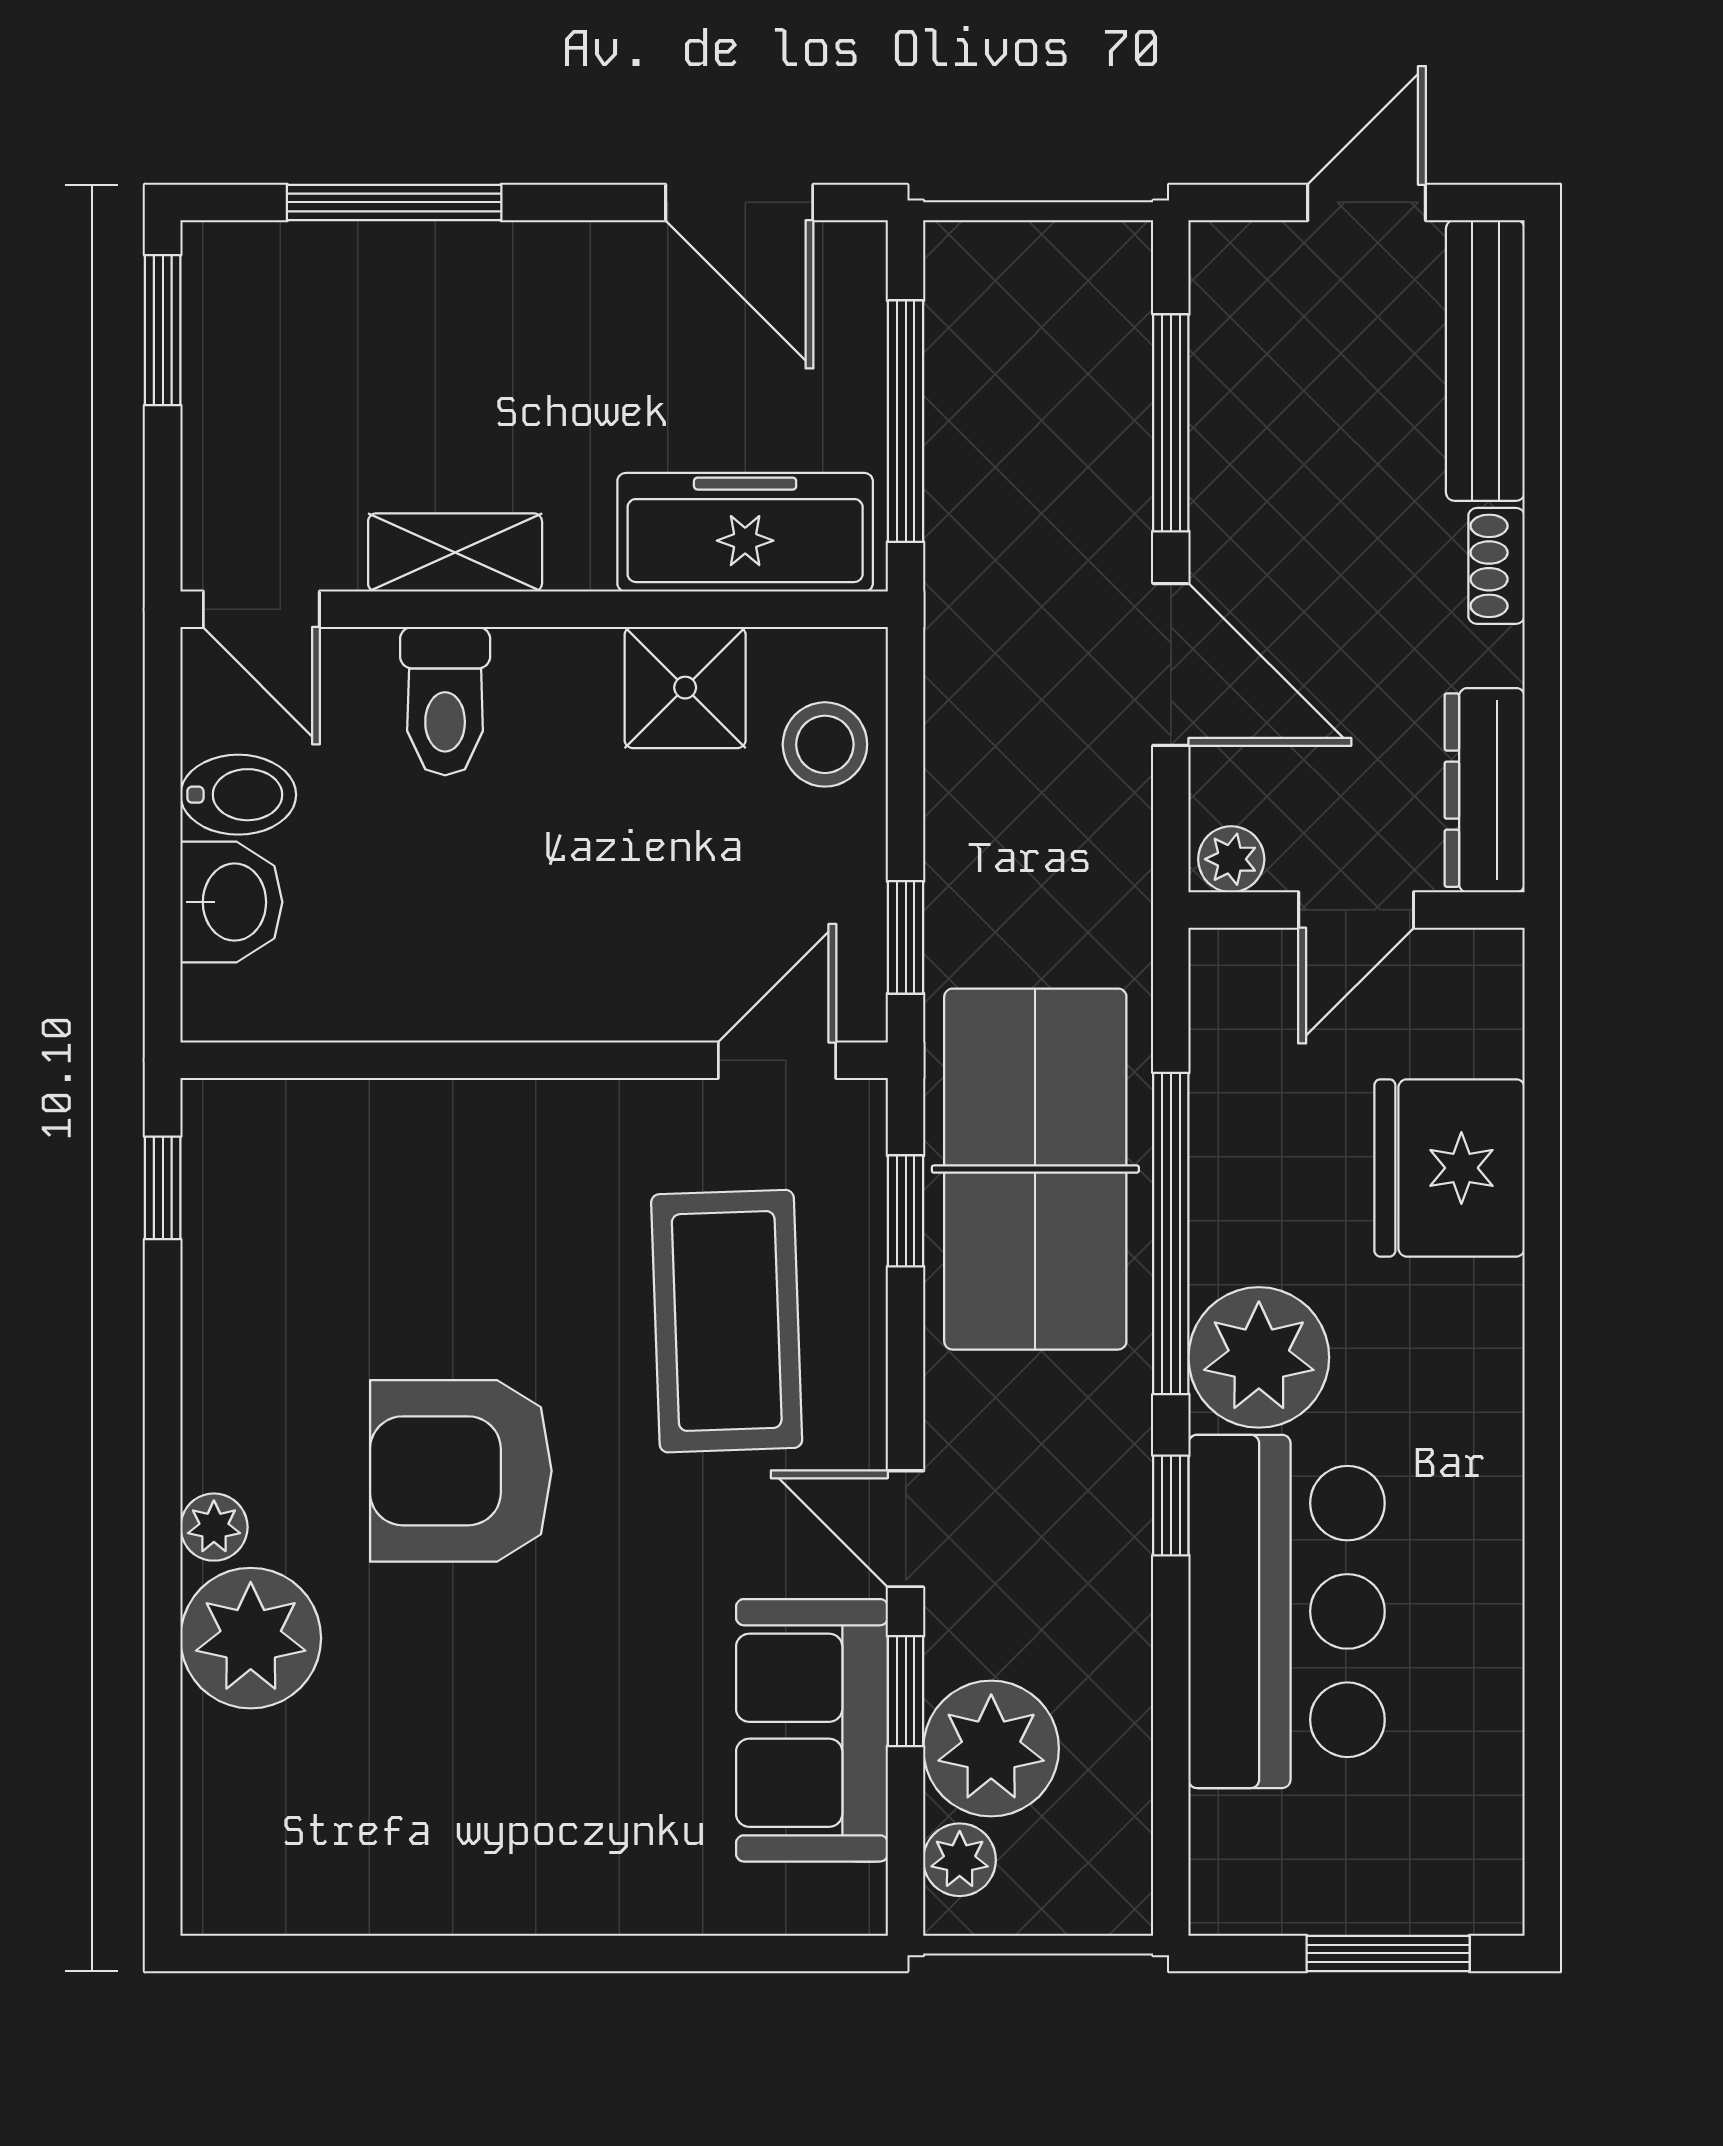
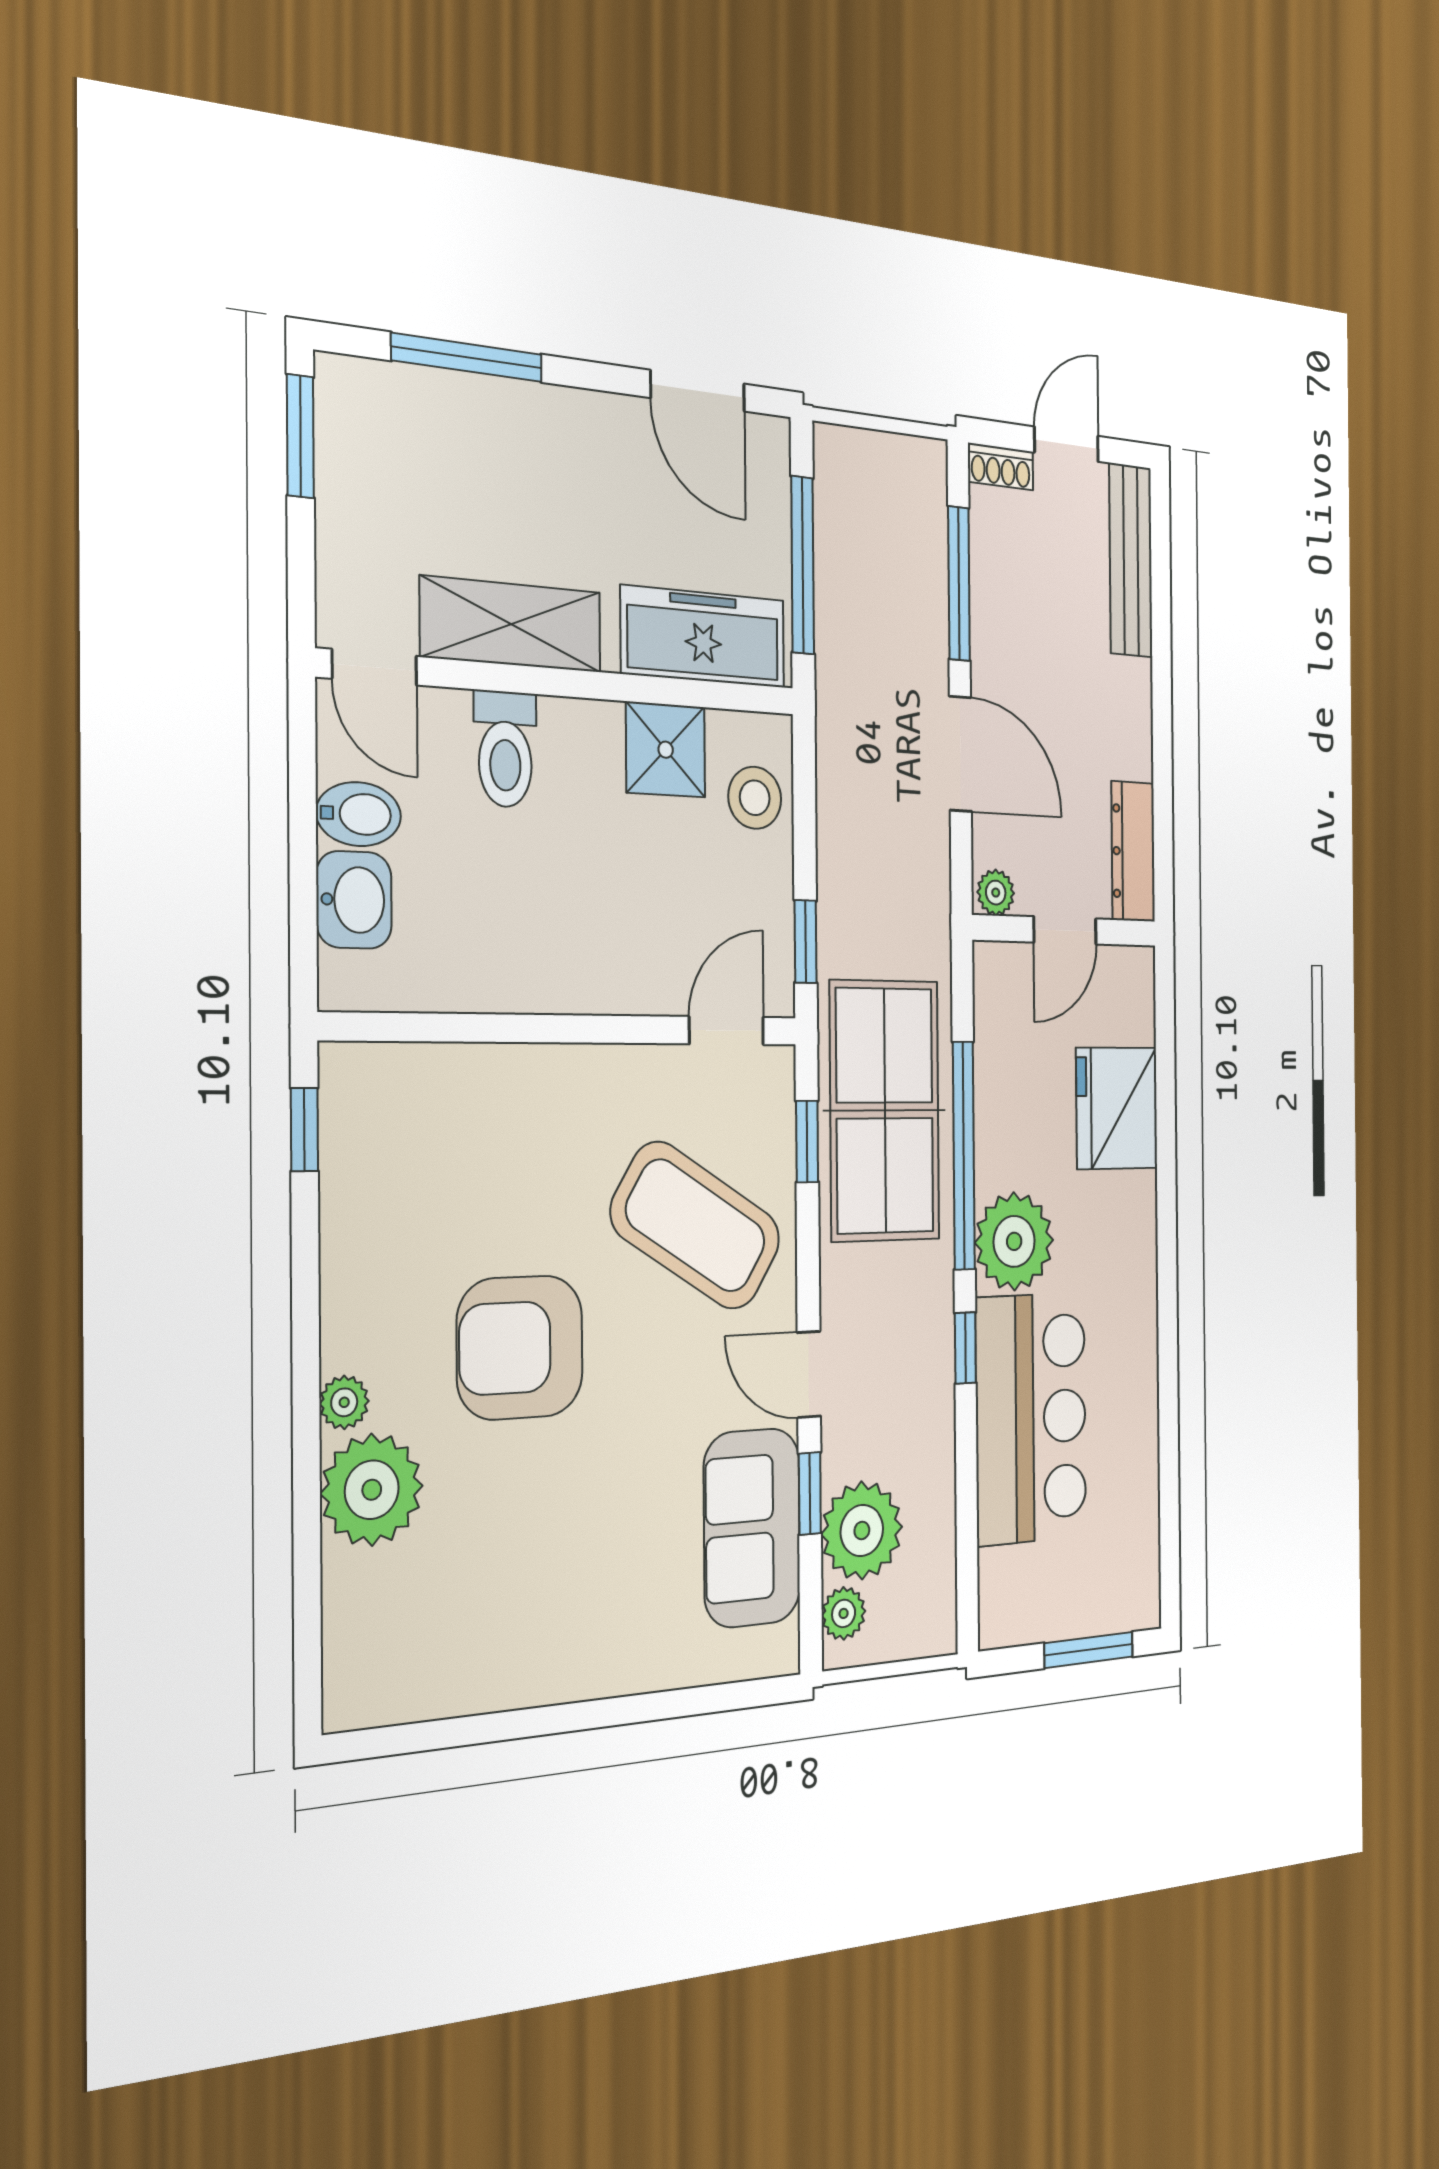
shelving: (455, 552) -> (511, 624), width x1.50, depth x1.33
shoe rack: (1496, 566) -> (1001, 467), moved, turned -90
coffee table: (727, 1321) -> (696, 1226), turned -56

